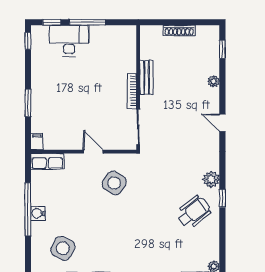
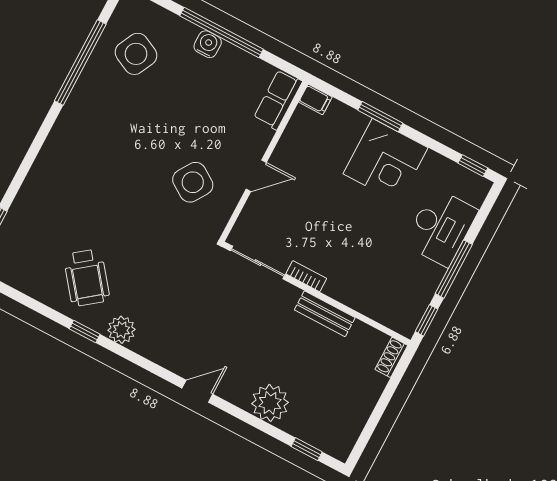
window: (52, 22) -> (427, 320), moved
shoe rack: (179, 31) -> (391, 357), moved, width x0.70
plant: (214, 81) -> (270, 403), width x1.87, depth x1.87
corner desk: (50, 88) -> (386, 161), added
bookcase: (132, 91) -> (306, 276), width x0.64

